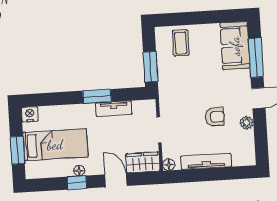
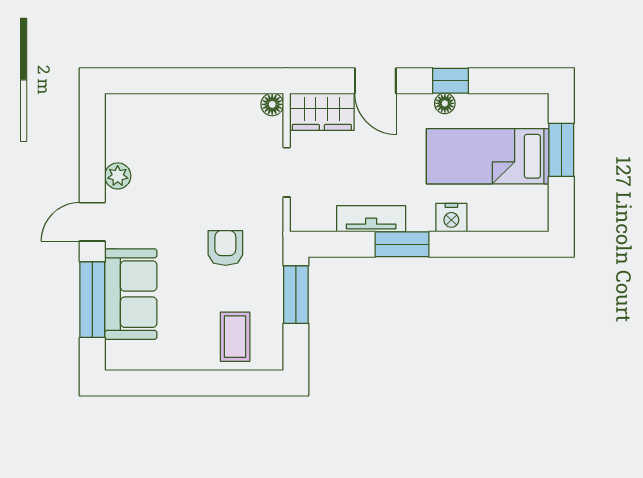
sofa: (235, 46) -> (131, 294), moved
nightstand: (30, 114) -> (451, 218), moved
armchair: (215, 117) -> (225, 248), moved, turned 90
tv unit: (206, 161) -> (200, 106), removed

